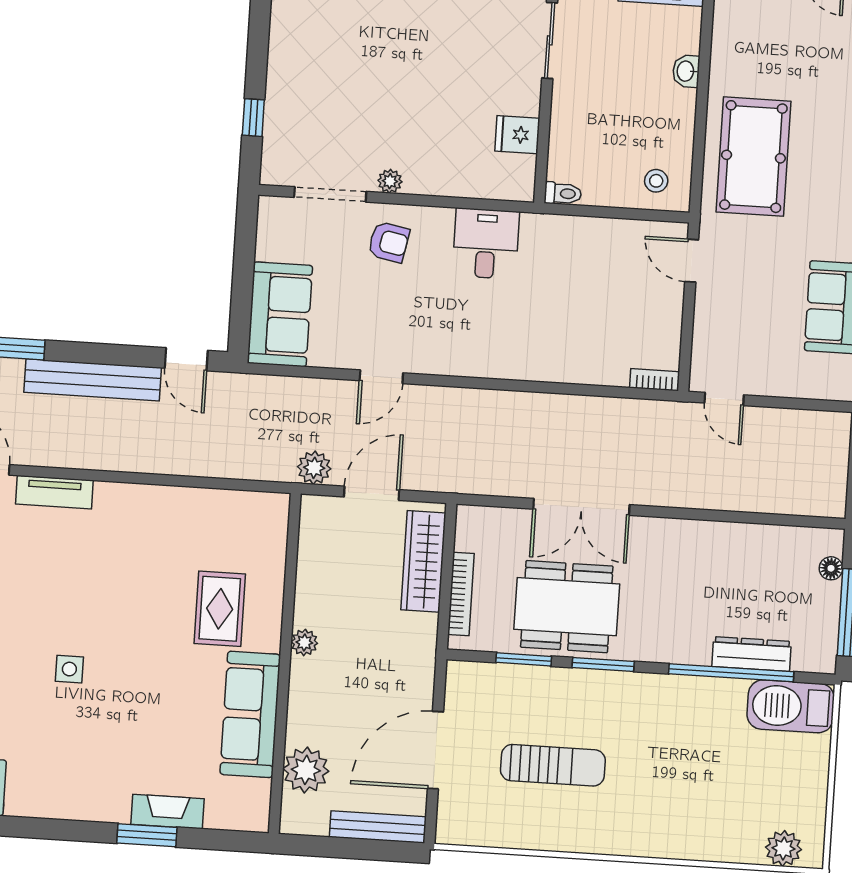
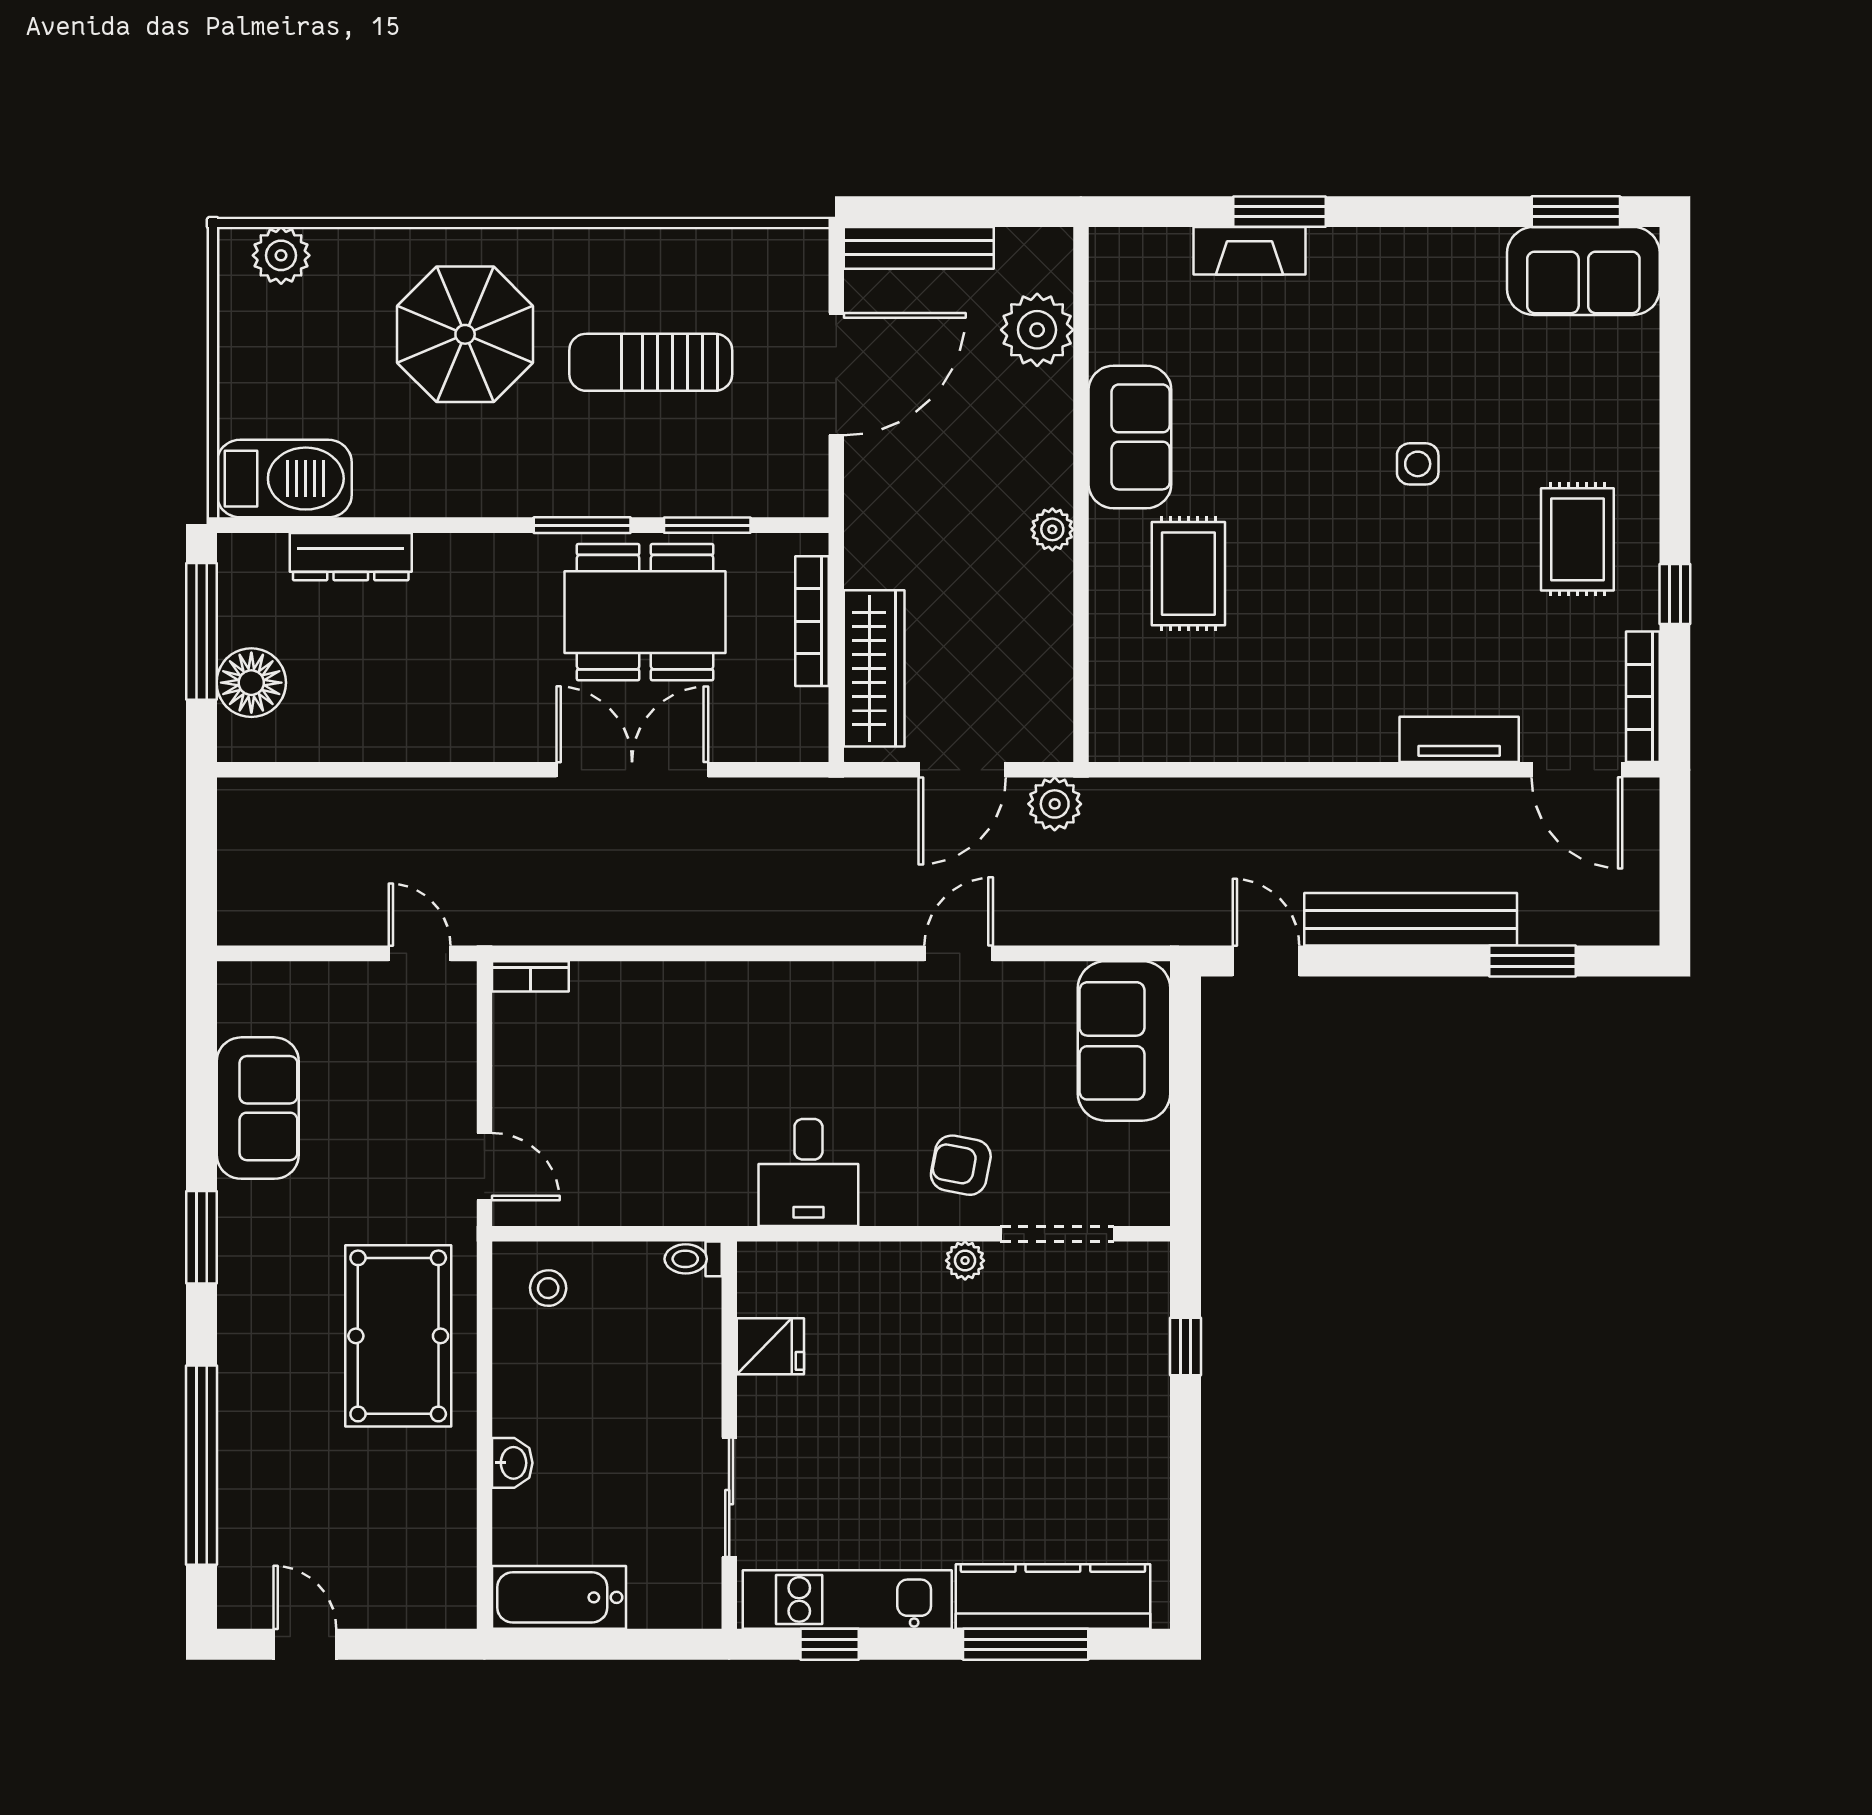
floor lamp: (831, 568) -> (251, 683), width x1.89, depth x1.89
window: (731, 673) -> (381, 525), removed
sofa: (250, 714) -> (1130, 437), width x0.73
parasol: (670, 791) -> (465, 334), added

